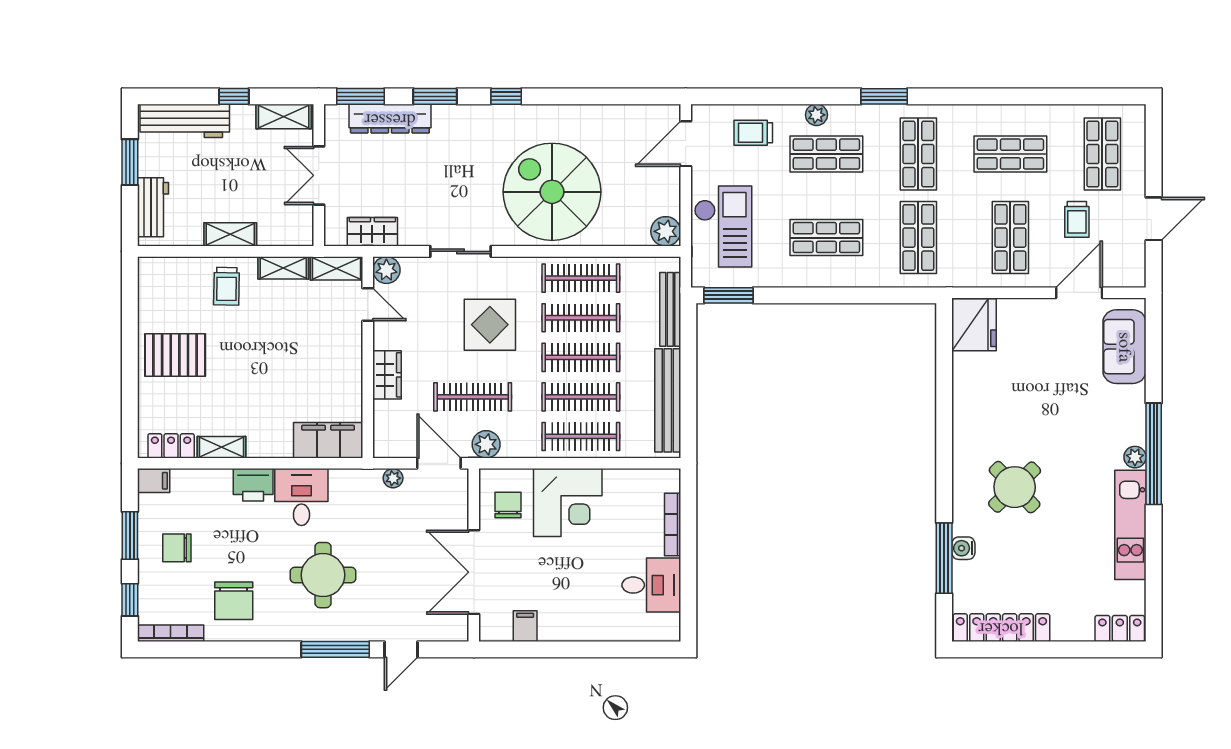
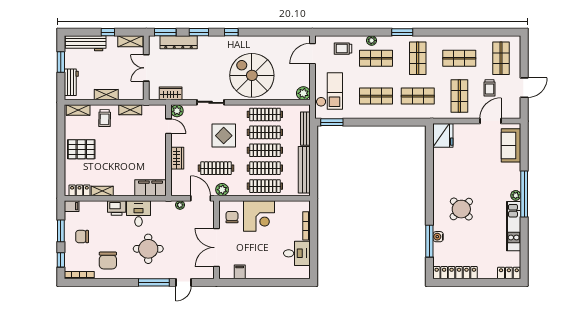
shop shelf: (918, 238) -> (418, 96), turned 90
shelving: (336, 268) -> (78, 110), moved

